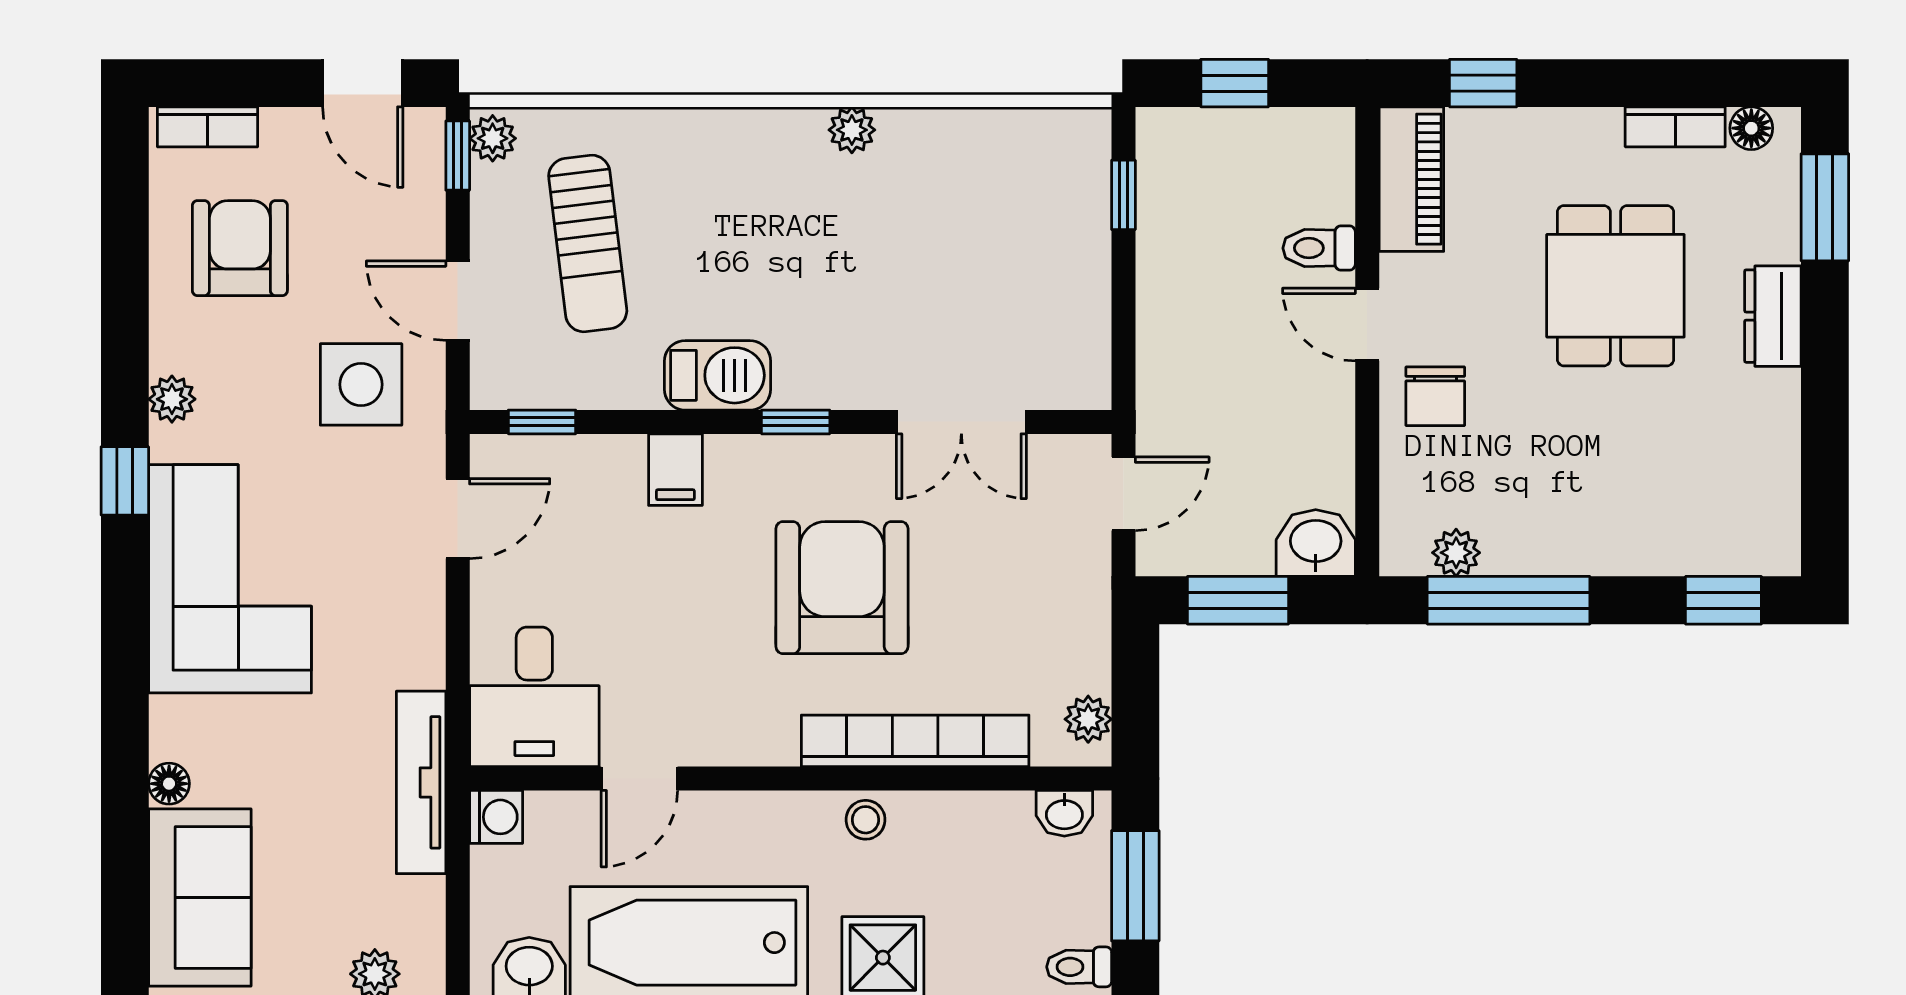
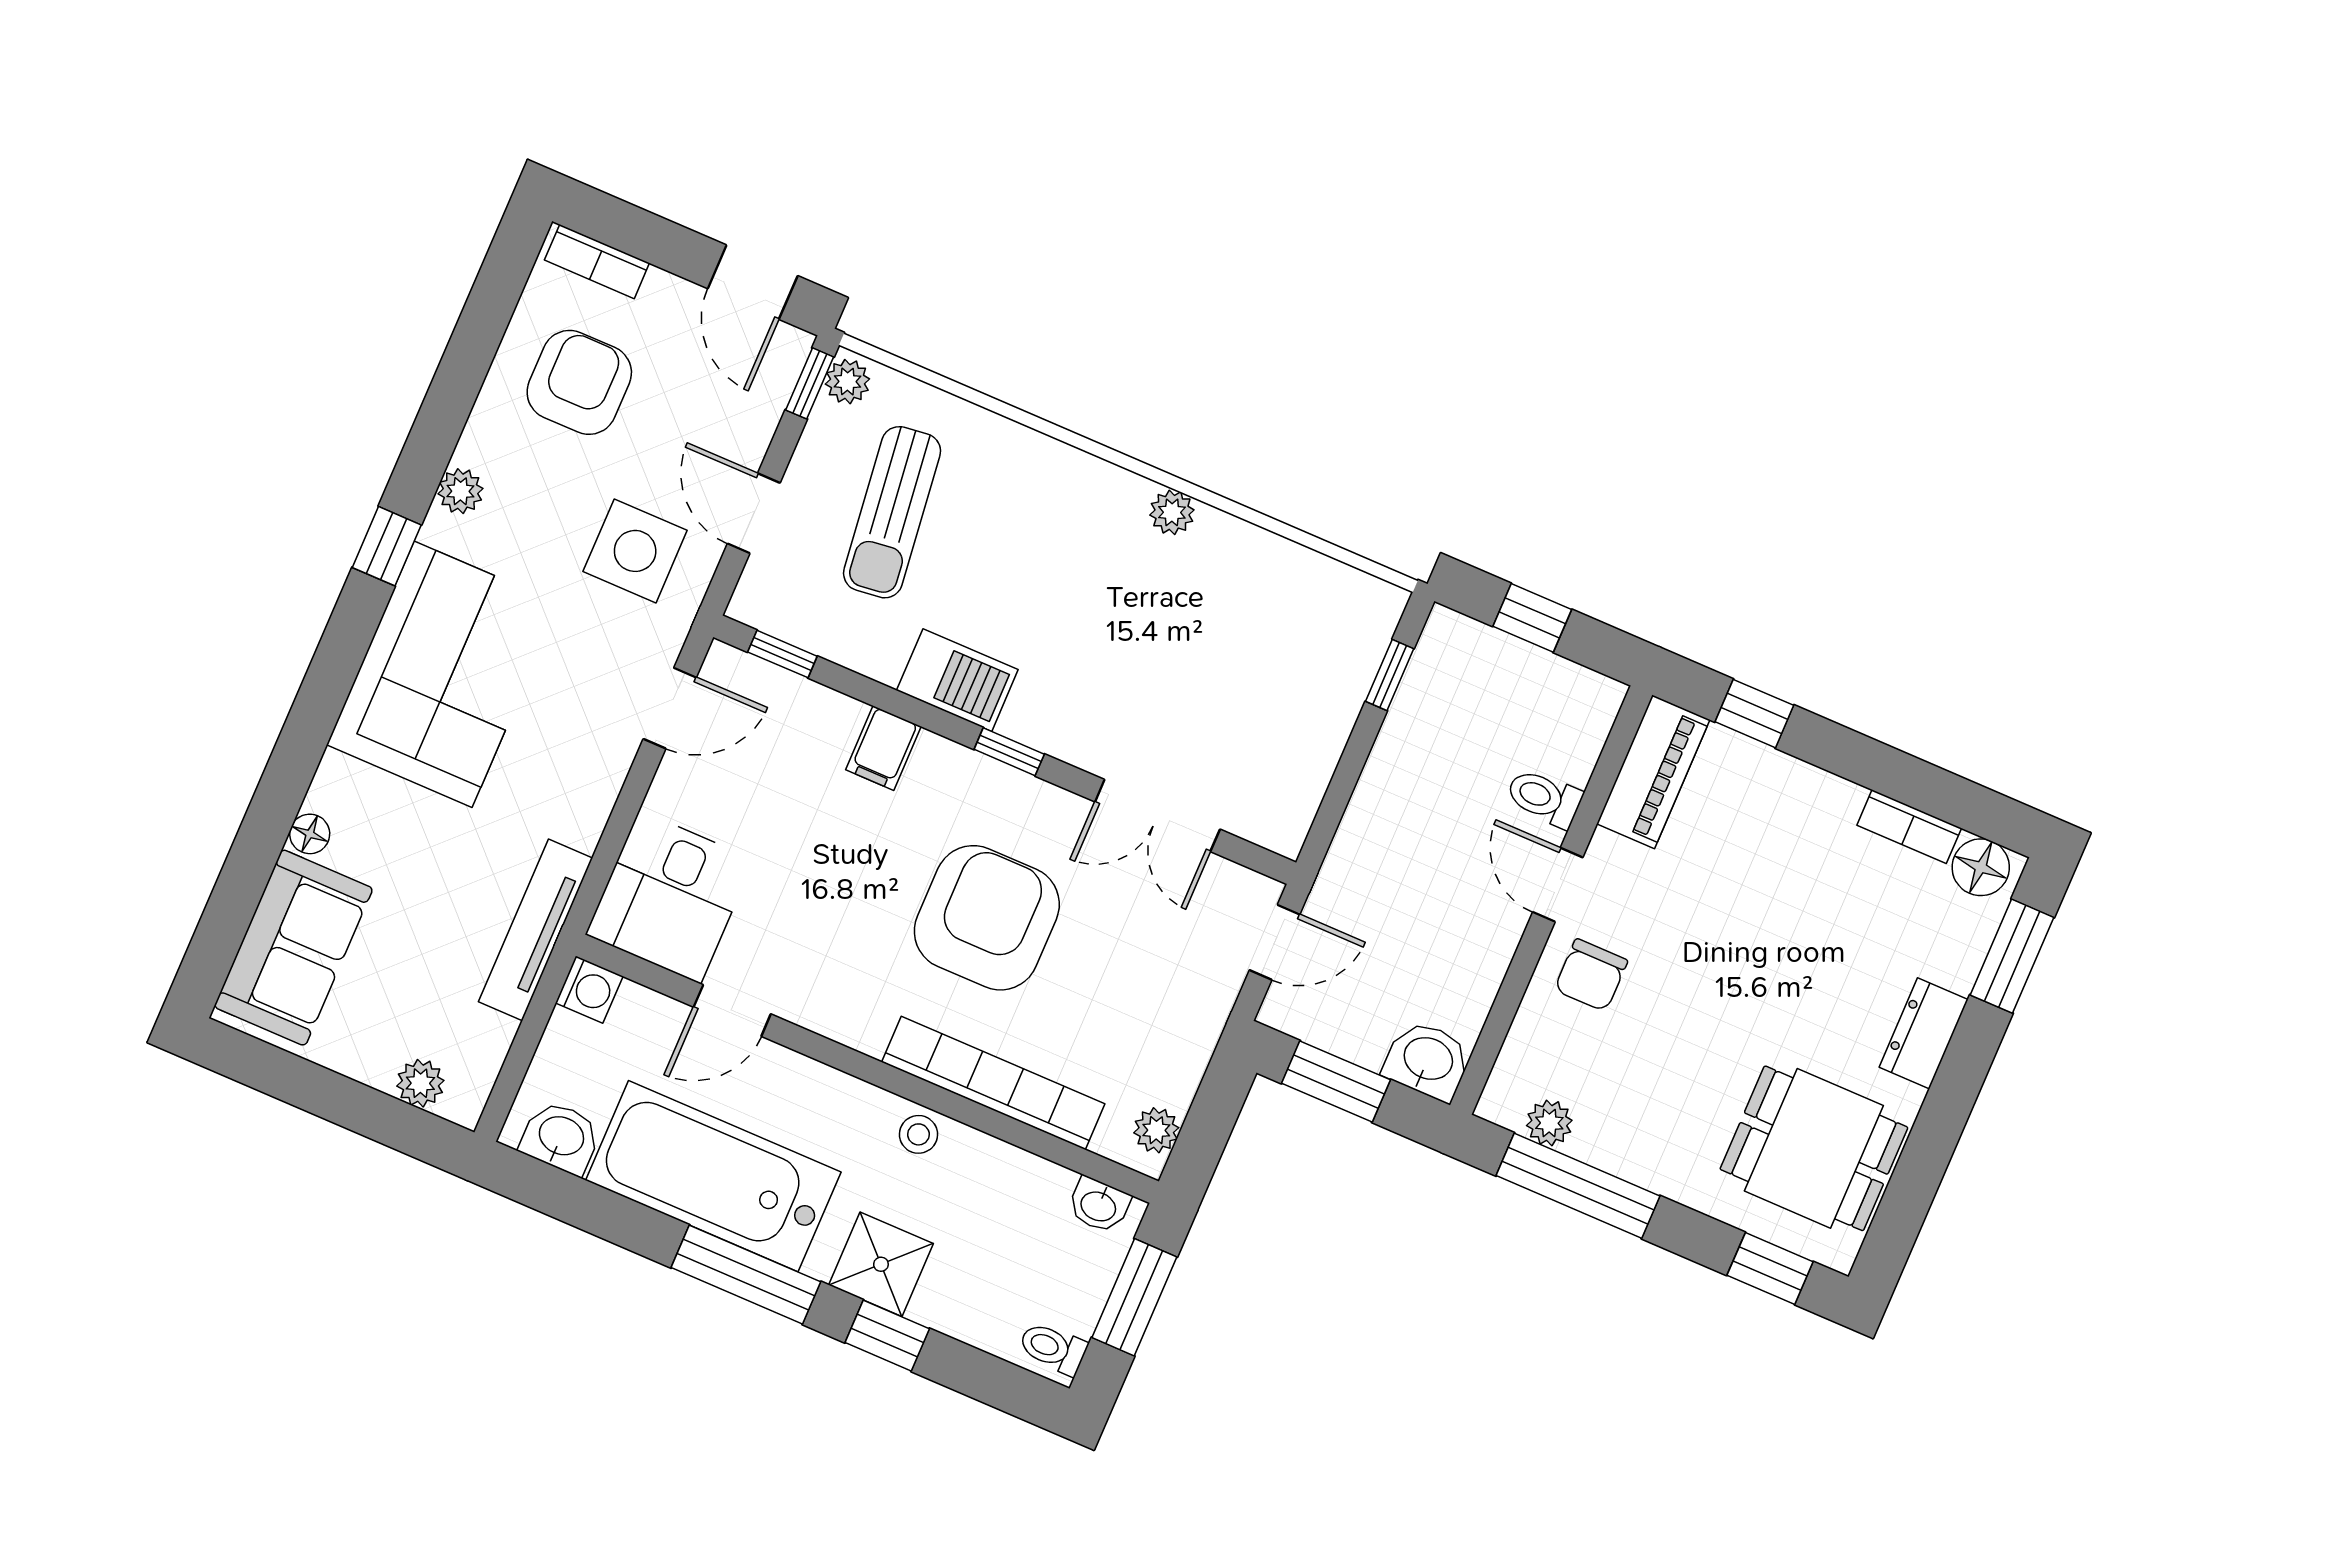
floor lamp: (1751, 128) -> (1981, 867), width x1.37, depth x1.37
dining table: (1615, 286) -> (1814, 1148), moved, turned 90

